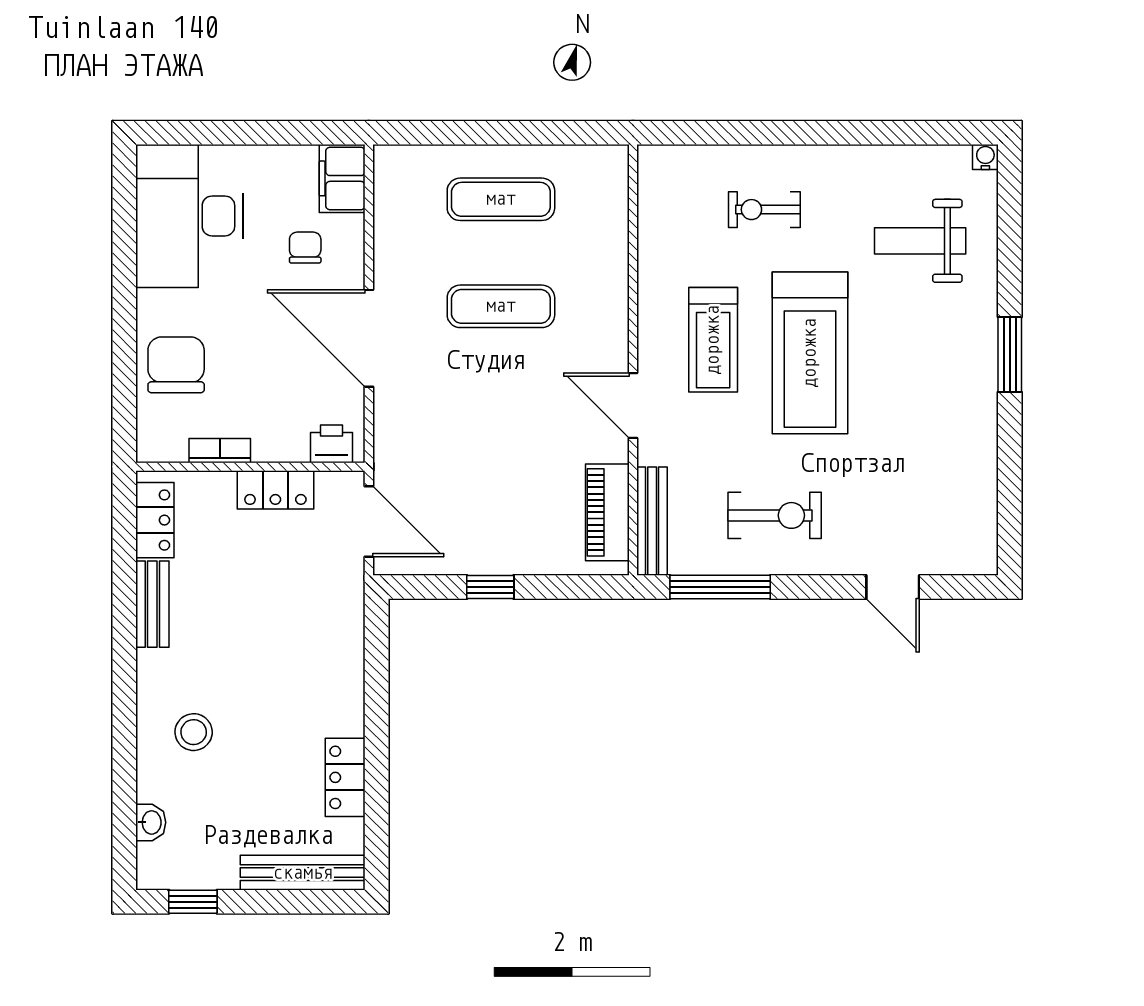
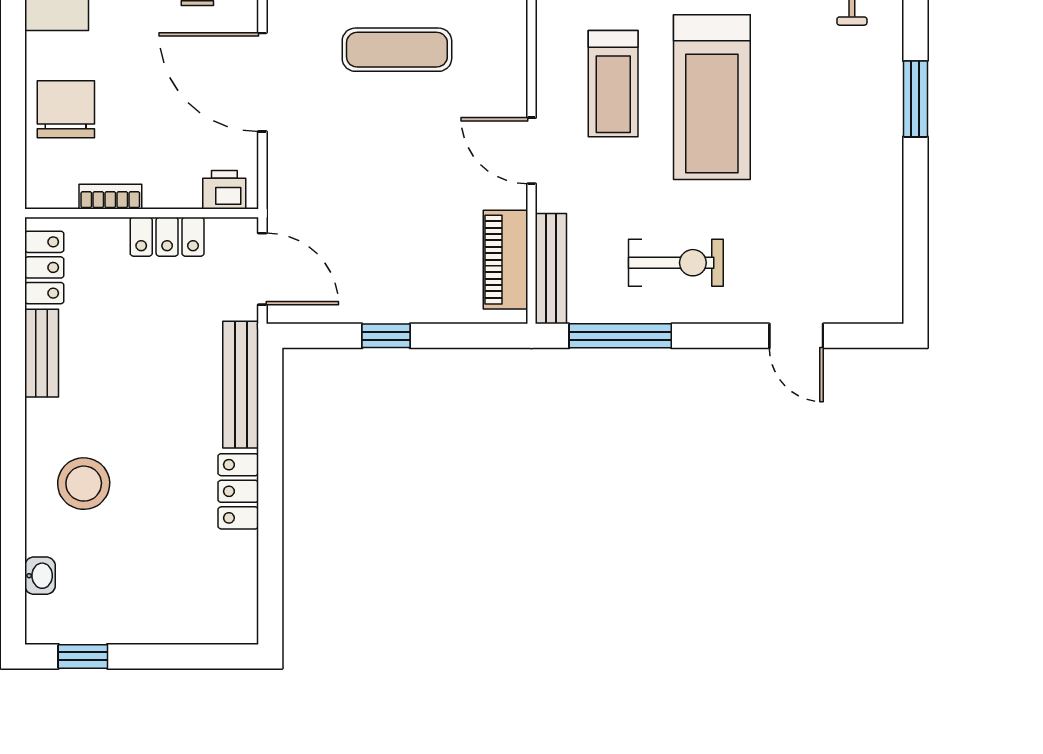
stool: (194, 732) -> (84, 484), width x1.38, depth x1.38
locker: (345, 777) -> (238, 491), moved
bench: (303, 873) -> (241, 385), moved, turned 90

